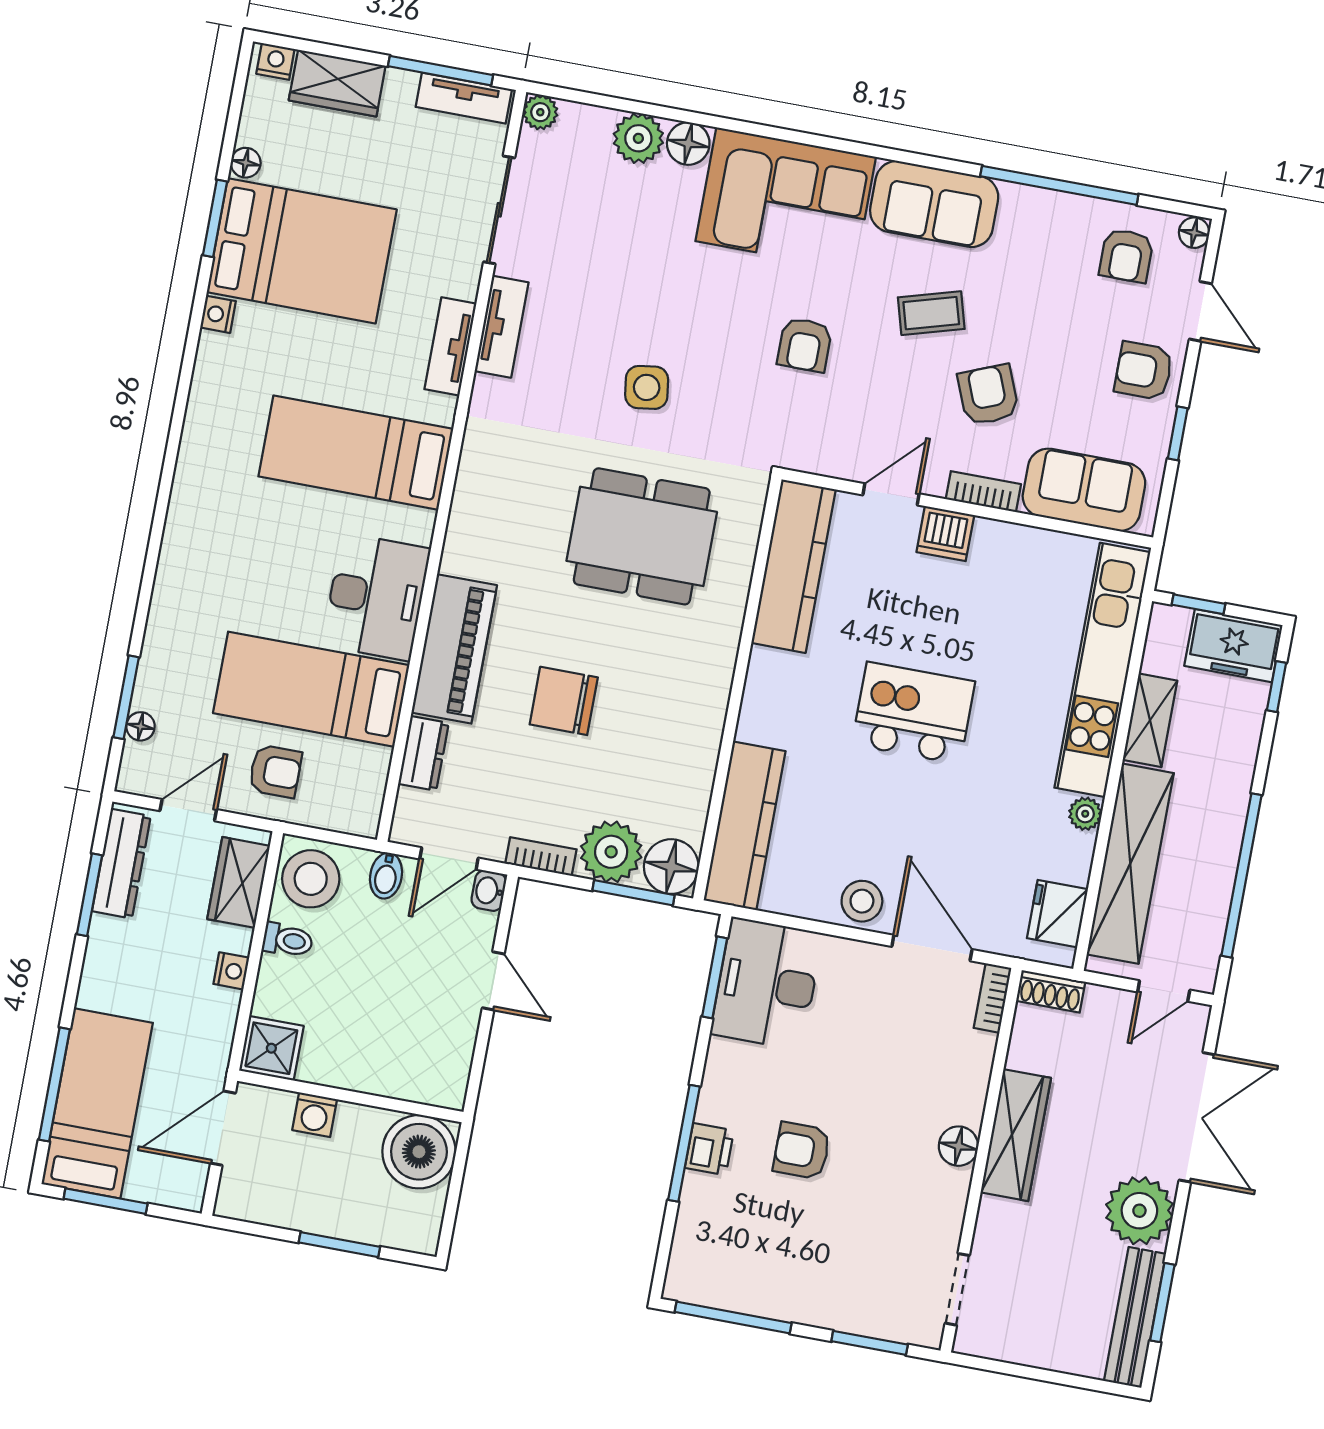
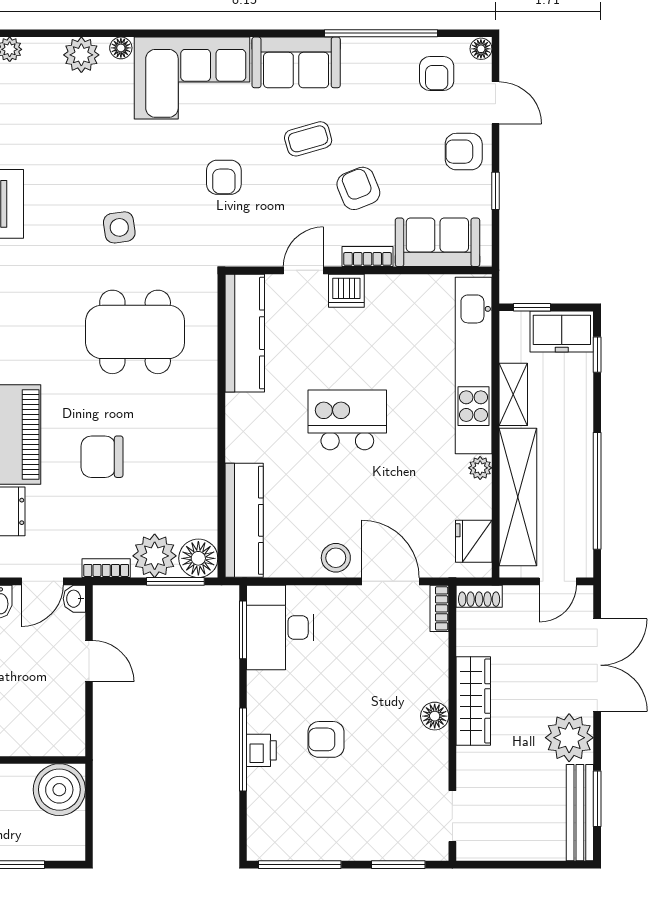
floor lamp: (688, 144) -> (121, 48), width x0.73, depth x0.73

